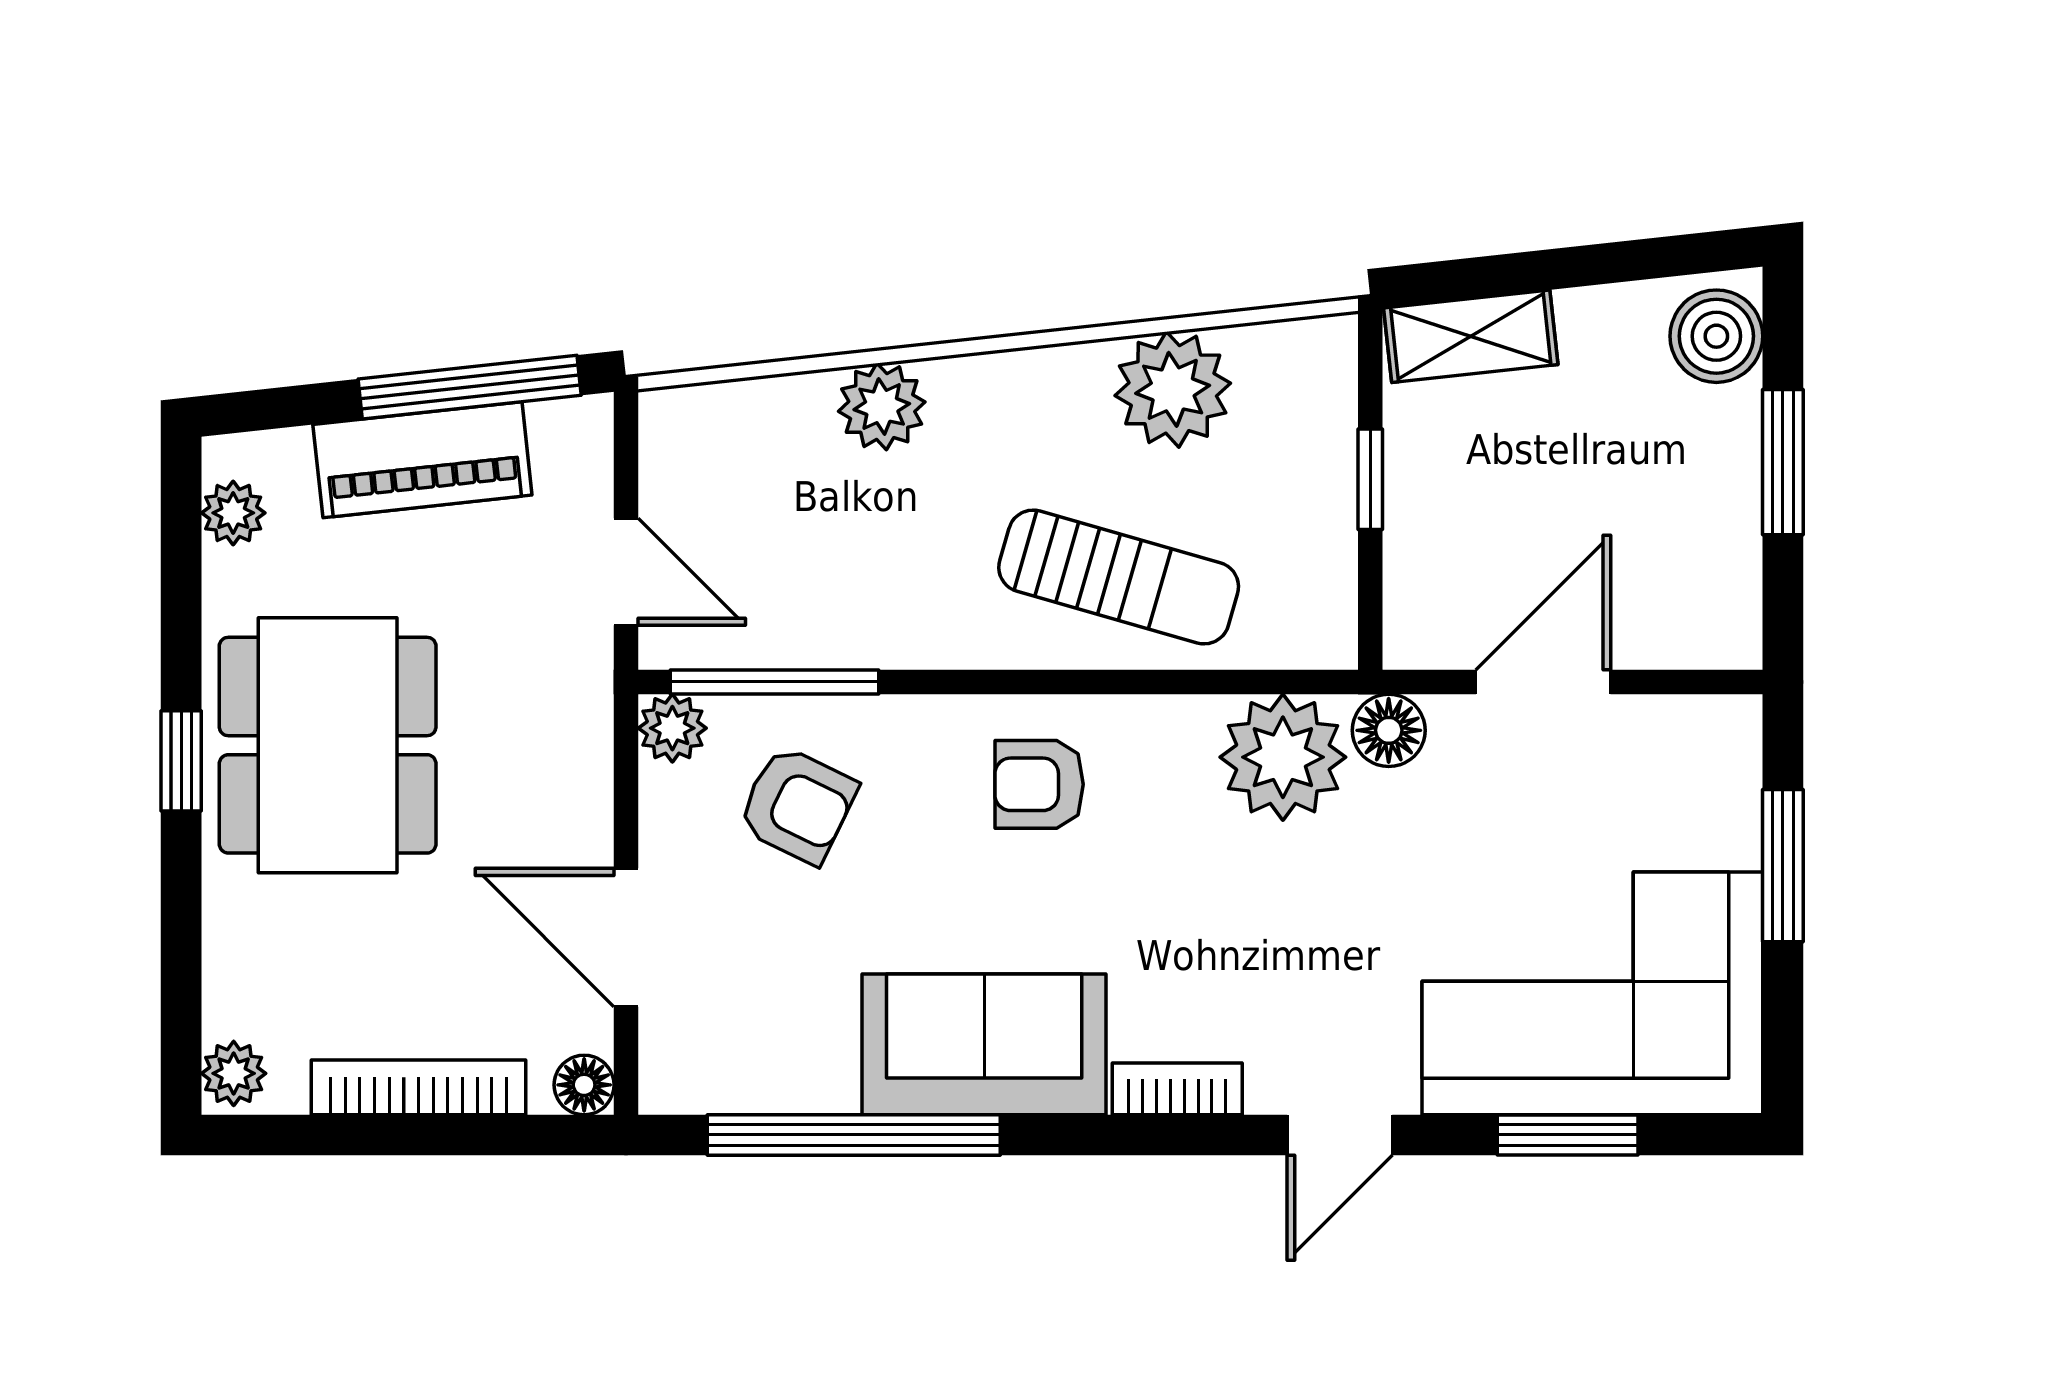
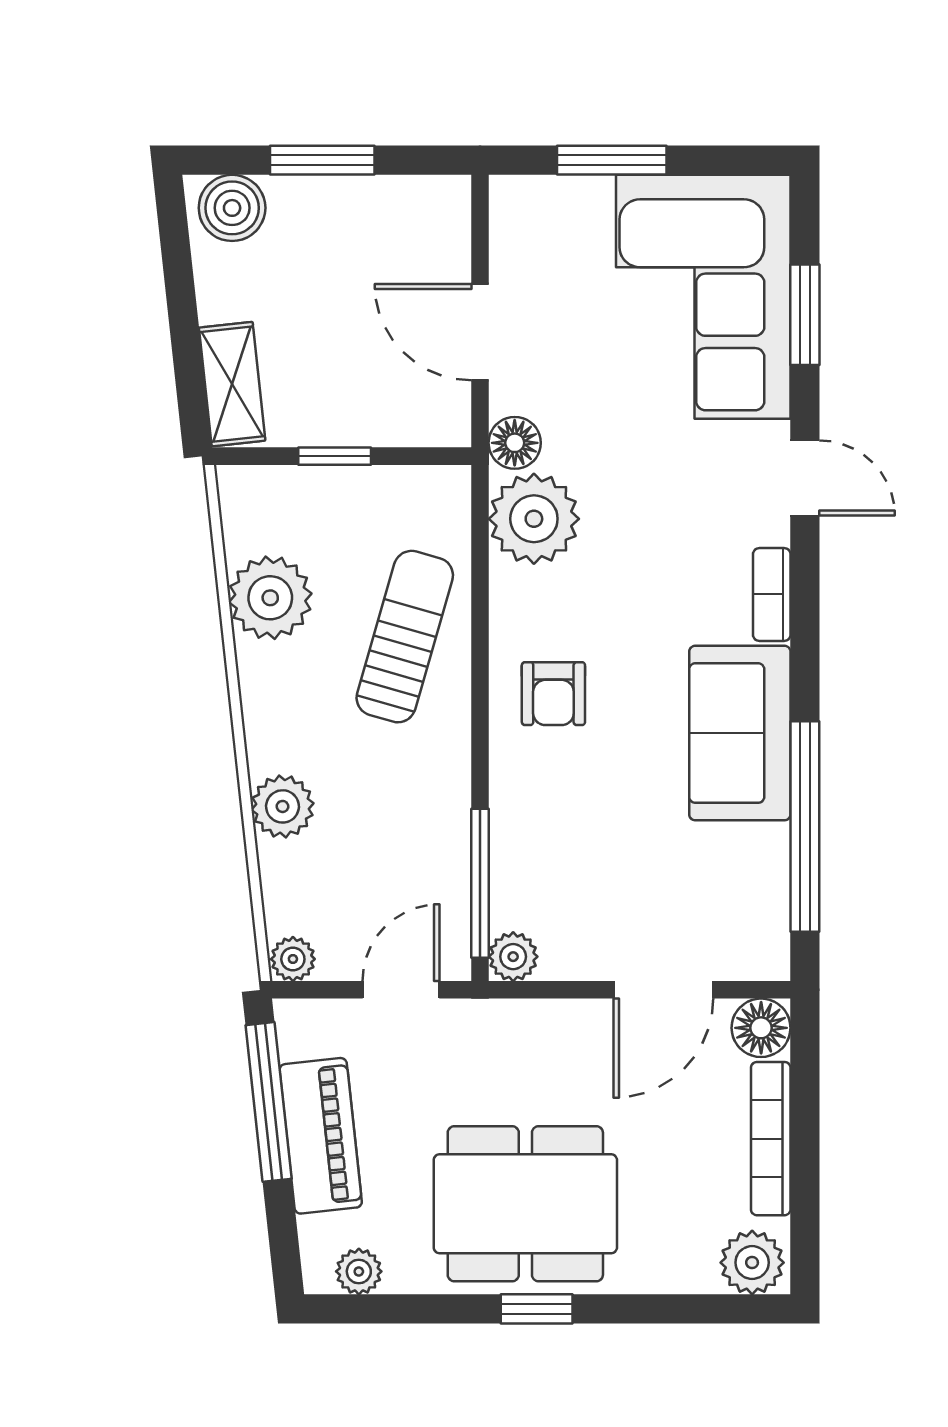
plant: (669, 421) -> (293, 959), added
armchair: (797, 805) -> (568, 867), removed
plant: (234, 1073) -> (752, 1263), width x1.38, depth x1.38
floor lamp: (584, 1085) -> (761, 1028), width x1.37, depth x1.37

